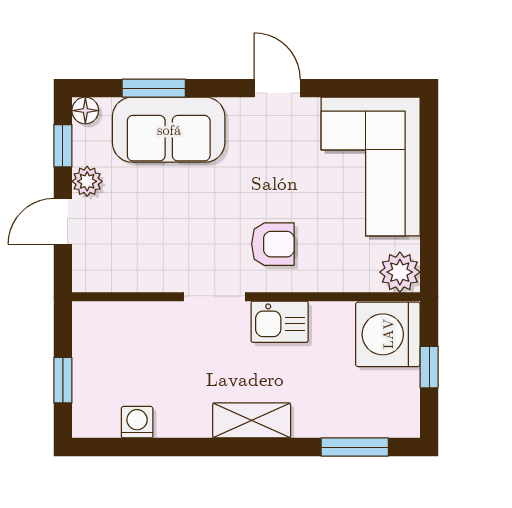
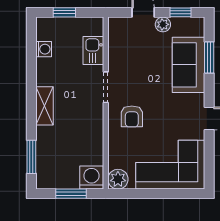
floor lamp: (85, 111) -> (198, 24), removed
kitchen sink: (280, 322) -> (93, 50), moved
washing machine: (388, 334) -> (91, 178), width x0.73, depth x0.73
window: (429, 367) -> (71, 194), width x1.50

